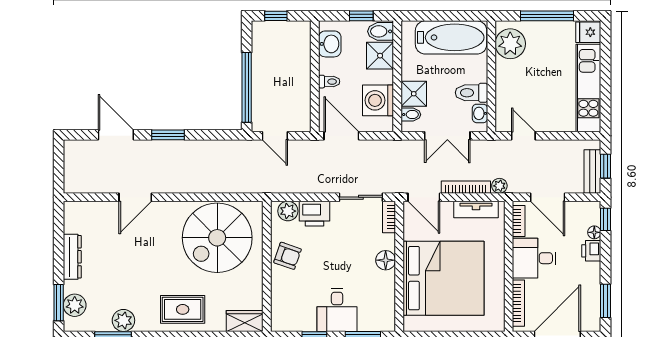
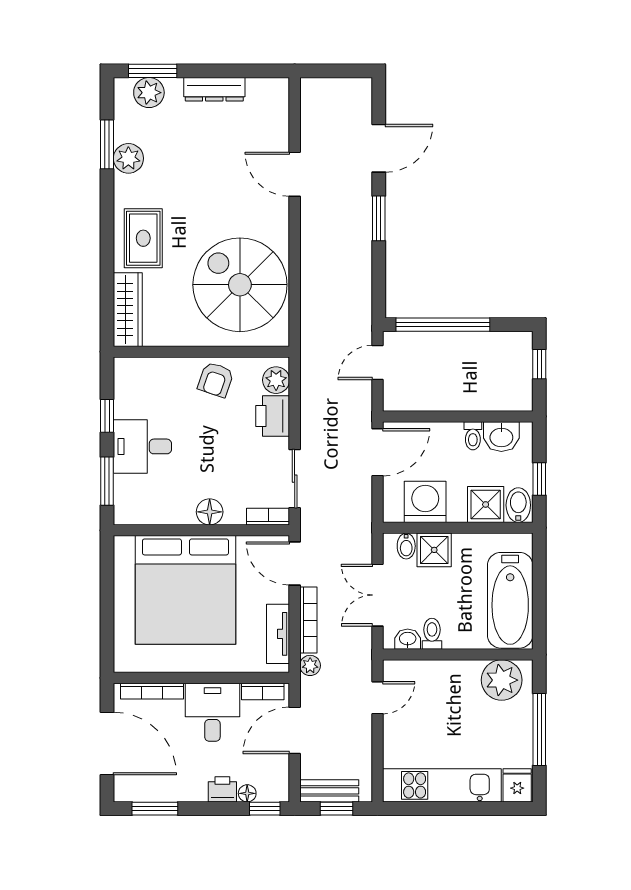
toilet: (329, 82) -> (473, 436), moved
toilet: (471, 93) -> (432, 634), width x0.73, depth x0.72
door: (424, 197) -> (295, 564), hinge flipped
wardrobe: (245, 321) -> (128, 310), width x1.50

